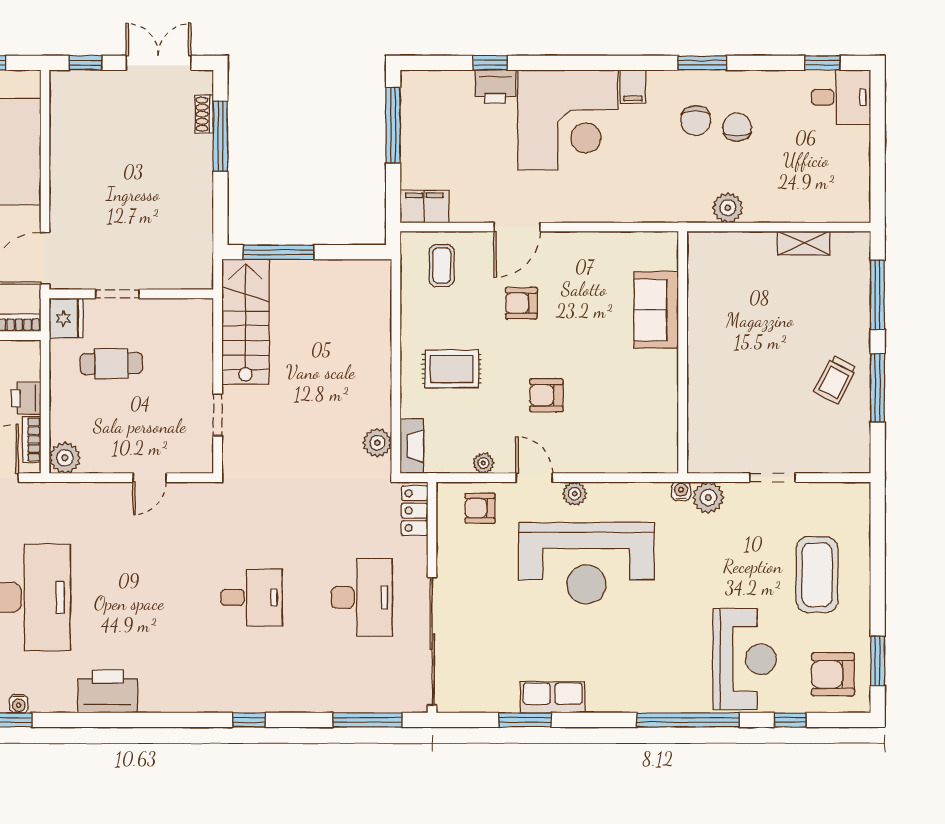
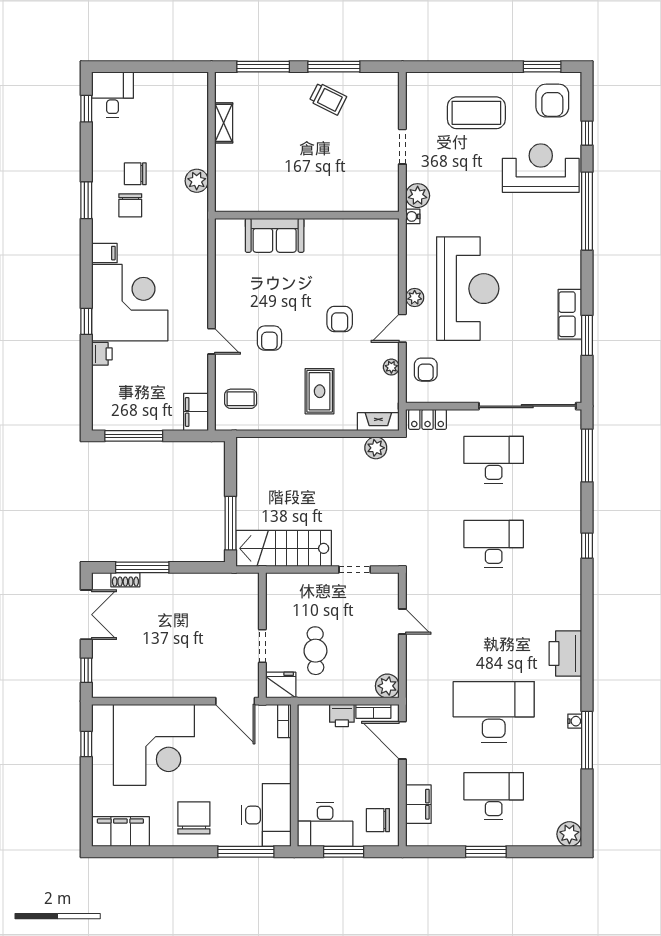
double door: (158, 63) -> (86, 615), swing flipped
window: (490, 63) -> (86, 321), moved
printer: (495, 87) -> (102, 354), width x0.73, depth x0.81
chair: (696, 121) -> (130, 205), turned 90
door: (517, 227) -> (211, 341), width x0.73
desk: (251, 597) -> (494, 544), width x1.37

